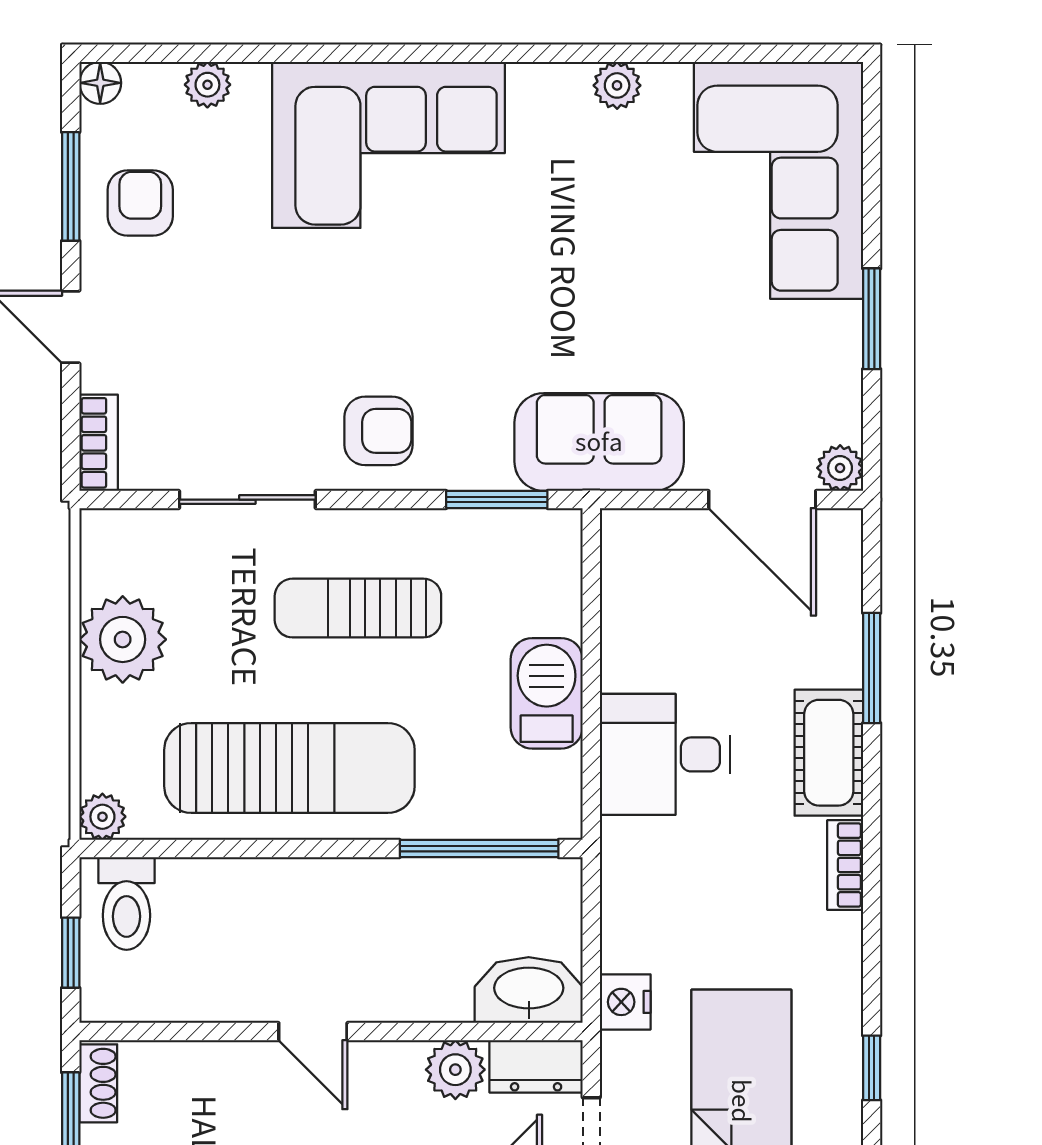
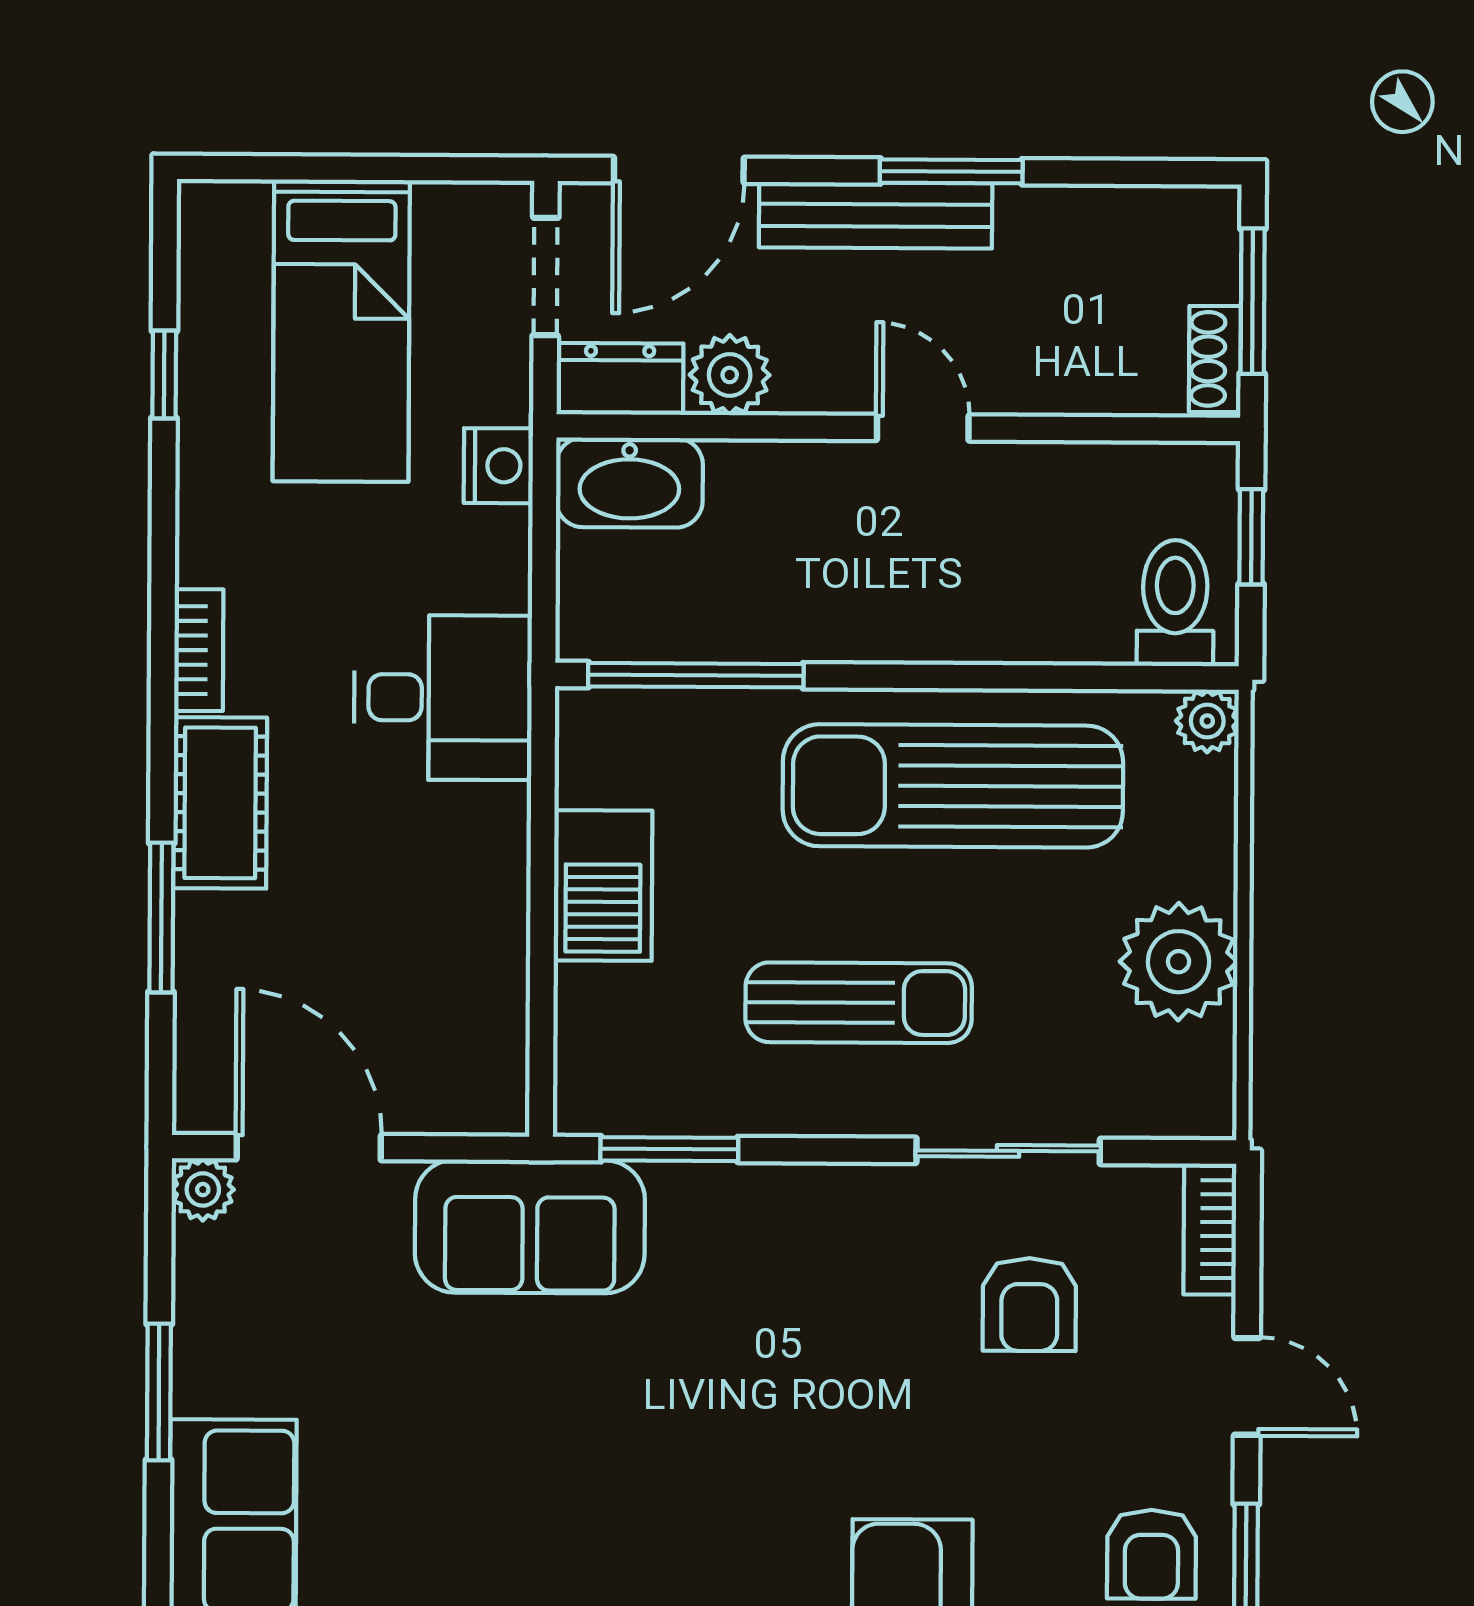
armchair: (379, 431) -> (1029, 1305), moved, turned -90
desk: (665, 754) -> (443, 698), moved

